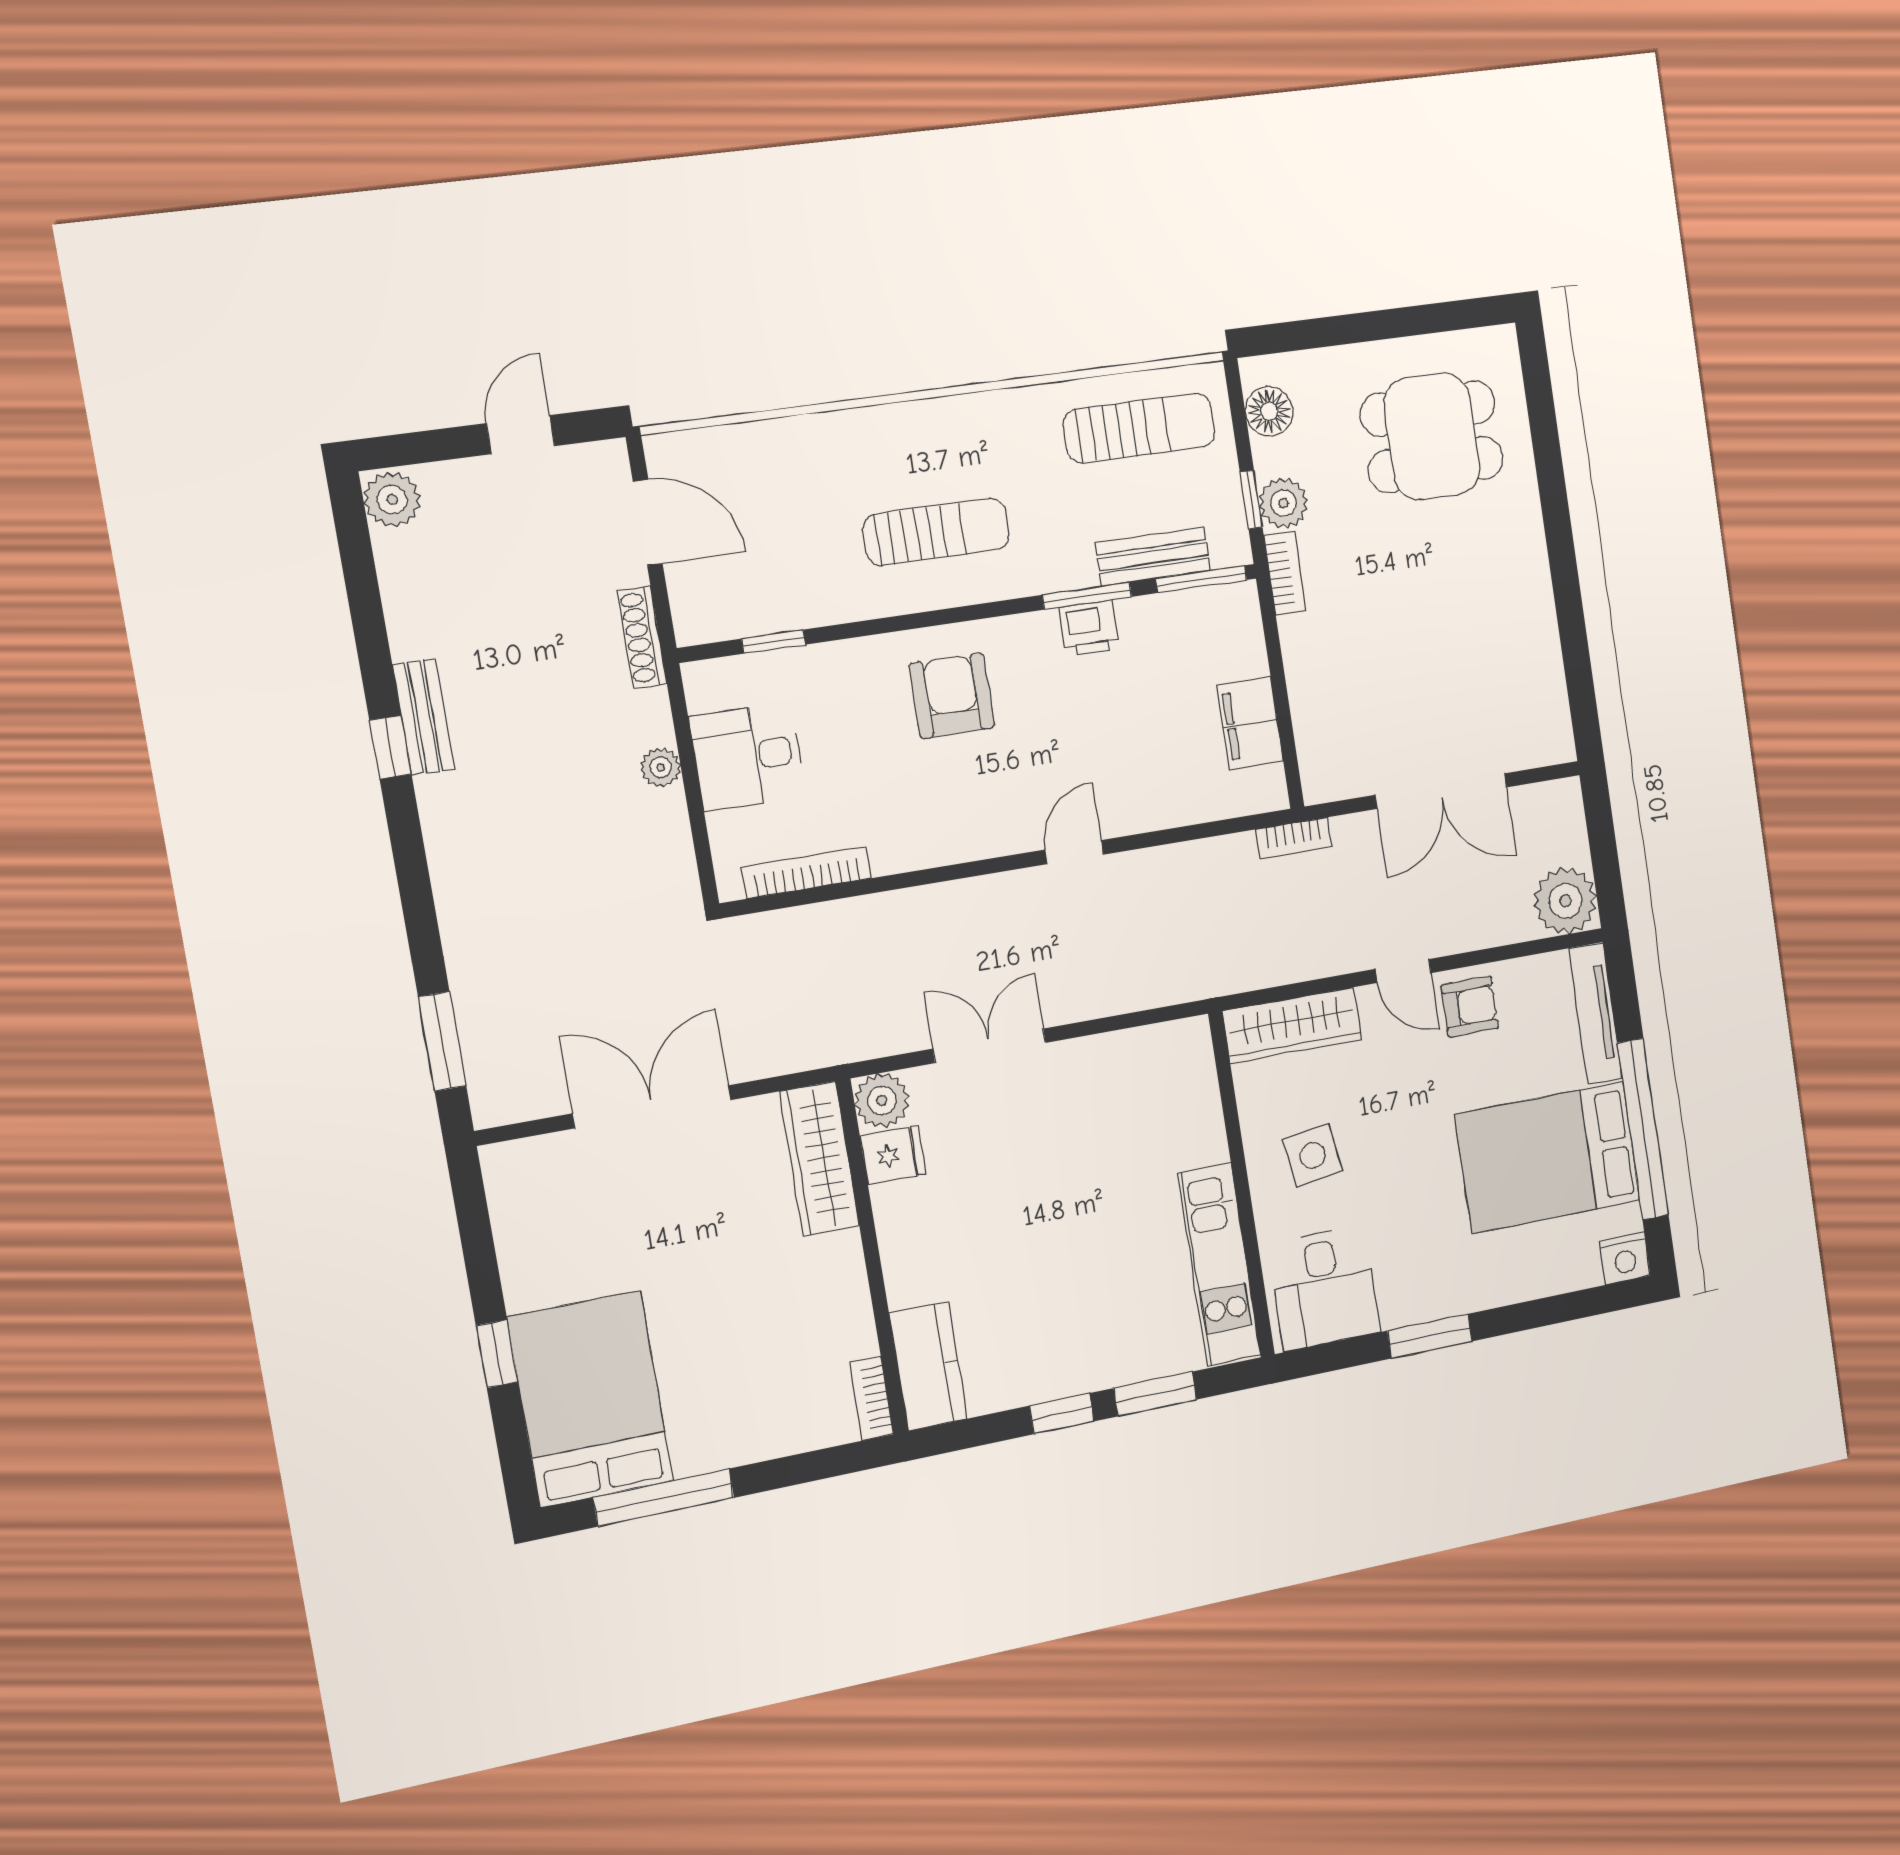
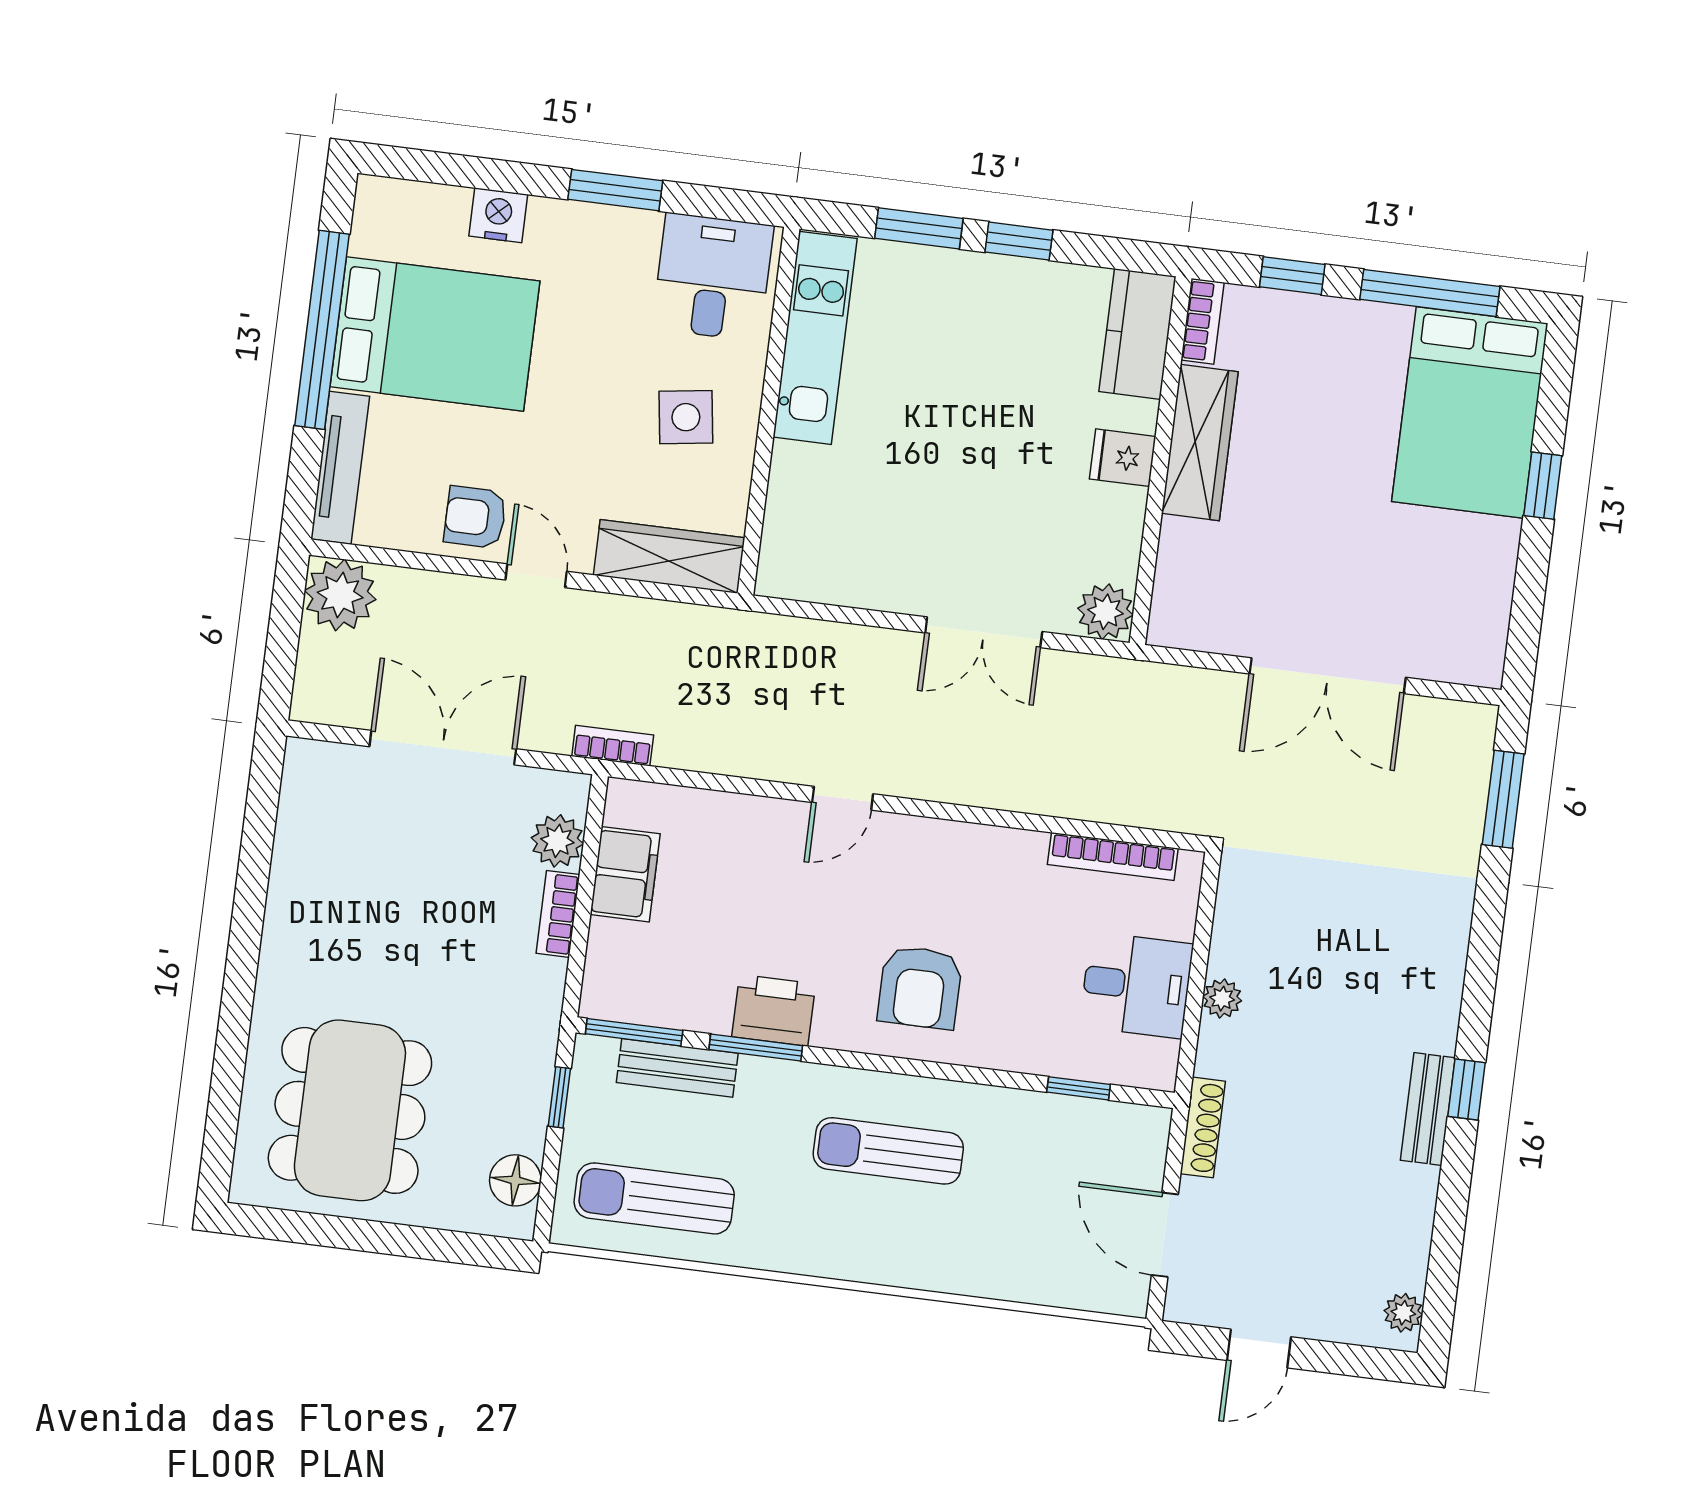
dining table: (1432, 436) -> (350, 1110), width x1.38
plant: (392, 500) -> (1403, 1313), width x0.73, depth x0.73
plant: (1284, 503) -> (557, 841), moved
bookcase: (1285, 573) -> (558, 914), moved
printer: (1089, 628) -> (774, 1010), width x1.36, depth x1.24
fridge: (893, 1155) -> (1123, 458), moved
wardrobe: (819, 1159) -> (1200, 443), moved
nightstand: (1625, 1258) -> (498, 215), moved
window: (800, 1469) -> (1292, 276), added

